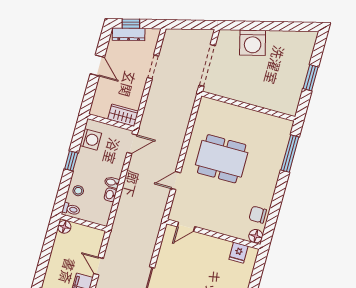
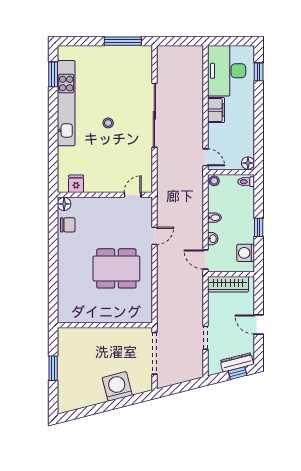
wardrobe: (123, 115) -> (228, 284), width x1.50
door: (132, 144) -> (205, 259), hinge flipped
window: (290, 153) -> (53, 291), removed
stool: (78, 191) -> (214, 181), moved
washbasin: (110, 195) -> (213, 239), moved
door: (98, 266) -> (205, 157), moved

